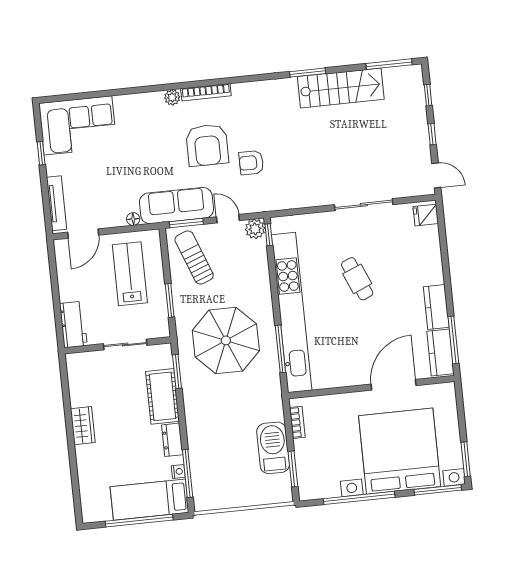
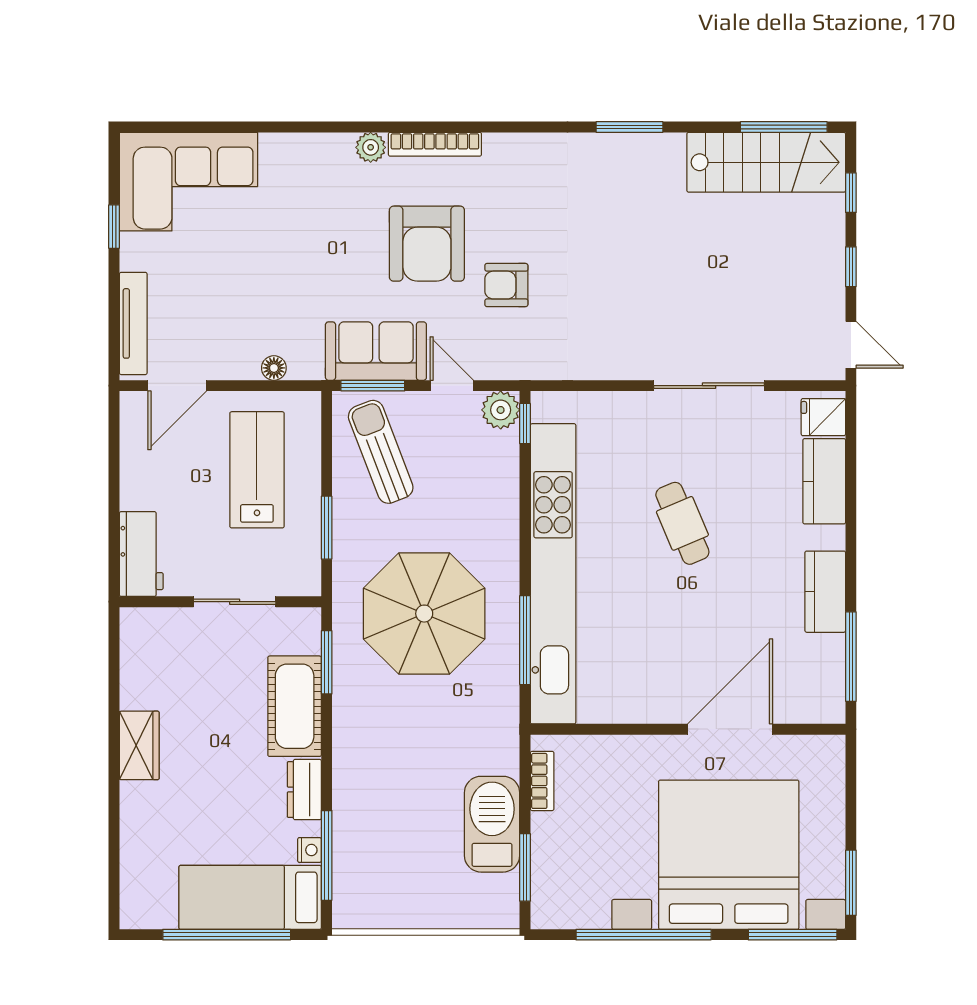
stairs: (341, 88) -> (766, 162), moved
sofa: (176, 206) -> (376, 351), width x0.73
kitchen counter: (440, 353) -> (824, 481), moved

